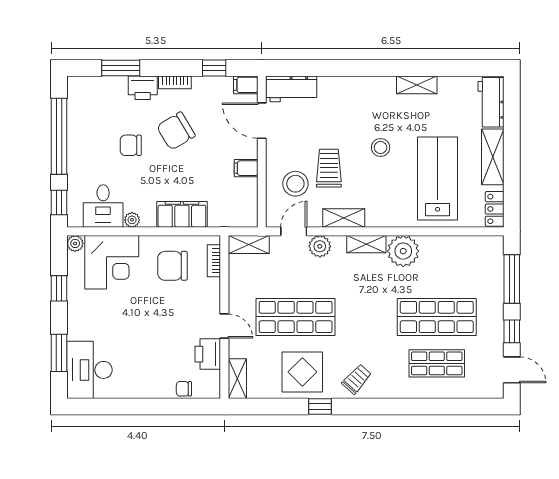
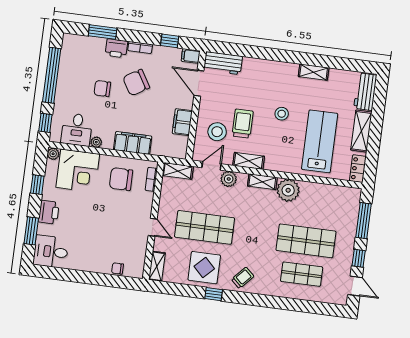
filing cabinet: (246, 168) -> (182, 122), width x2.00
printer: (208, 354) -> (49, 212), moved, turned 180
desk: (89, 370) -> (51, 252), width x0.73

